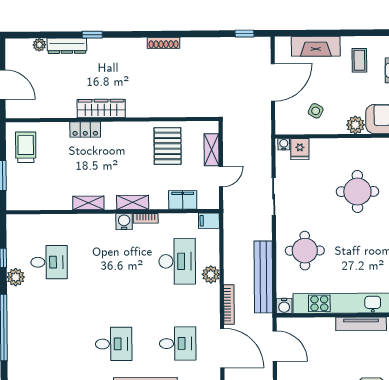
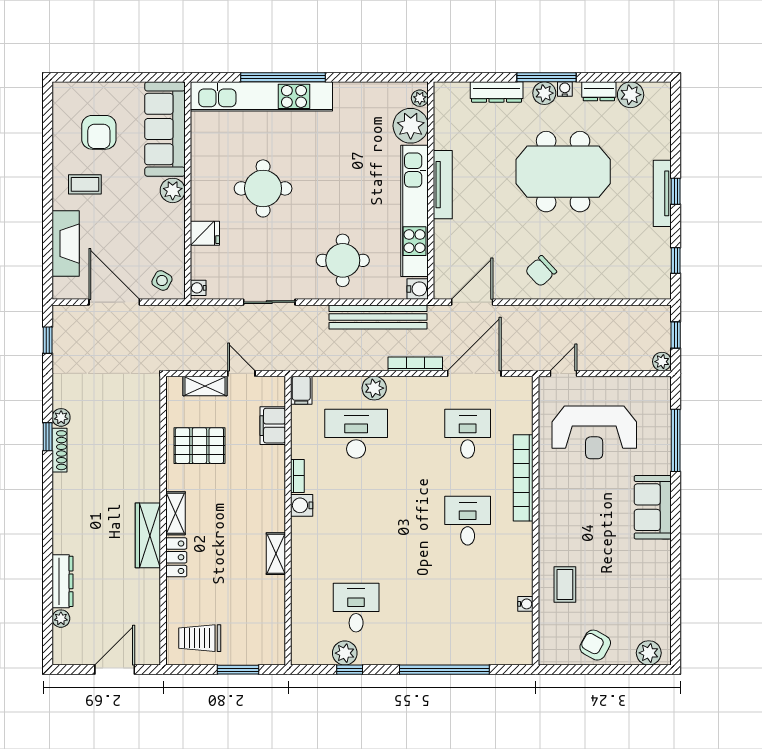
window: (92, 35) -> (48, 437), moved
plant: (188, 44) -> (61, 417), added
side table: (316, 111) -> (162, 280), moved
fridge: (300, 149) -> (205, 233), moved
shelving: (133, 202) -> (176, 513), moved
plant: (16, 277) -> (345, 653), moved

